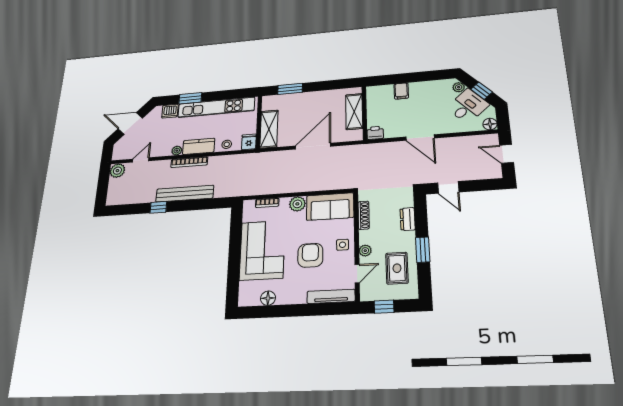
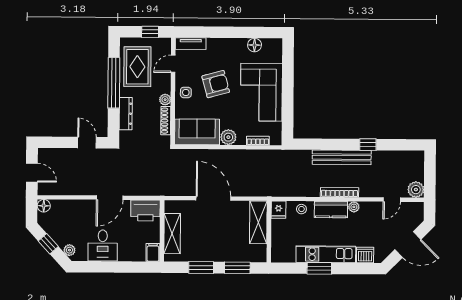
window: (325, 86) -> (201, 267), added
filing cabinet: (401, 91) -> (153, 252), moved
window: (190, 98) -> (319, 268), moved
desk: (468, 106) -> (103, 245), moved, turned -47
kitchen unit: (216, 107) -> (326, 254), width x0.73
printer: (375, 133) -> (145, 211), width x1.87, depth x1.48
door: (420, 138) -> (110, 198), swing flipped
door: (313, 146) -> (213, 198), swing flipped
dresser: (408, 219) -> (126, 114), width x1.44
window: (423, 250) -> (114, 83), width x2.11
plant: (365, 251) -> (165, 100), moved
armchair: (310, 255) -> (216, 84), turned -105
rug: (397, 268) -> (137, 67), width x1.36, depth x1.43
tv unit: (331, 296) -> (191, 44), width x0.71

